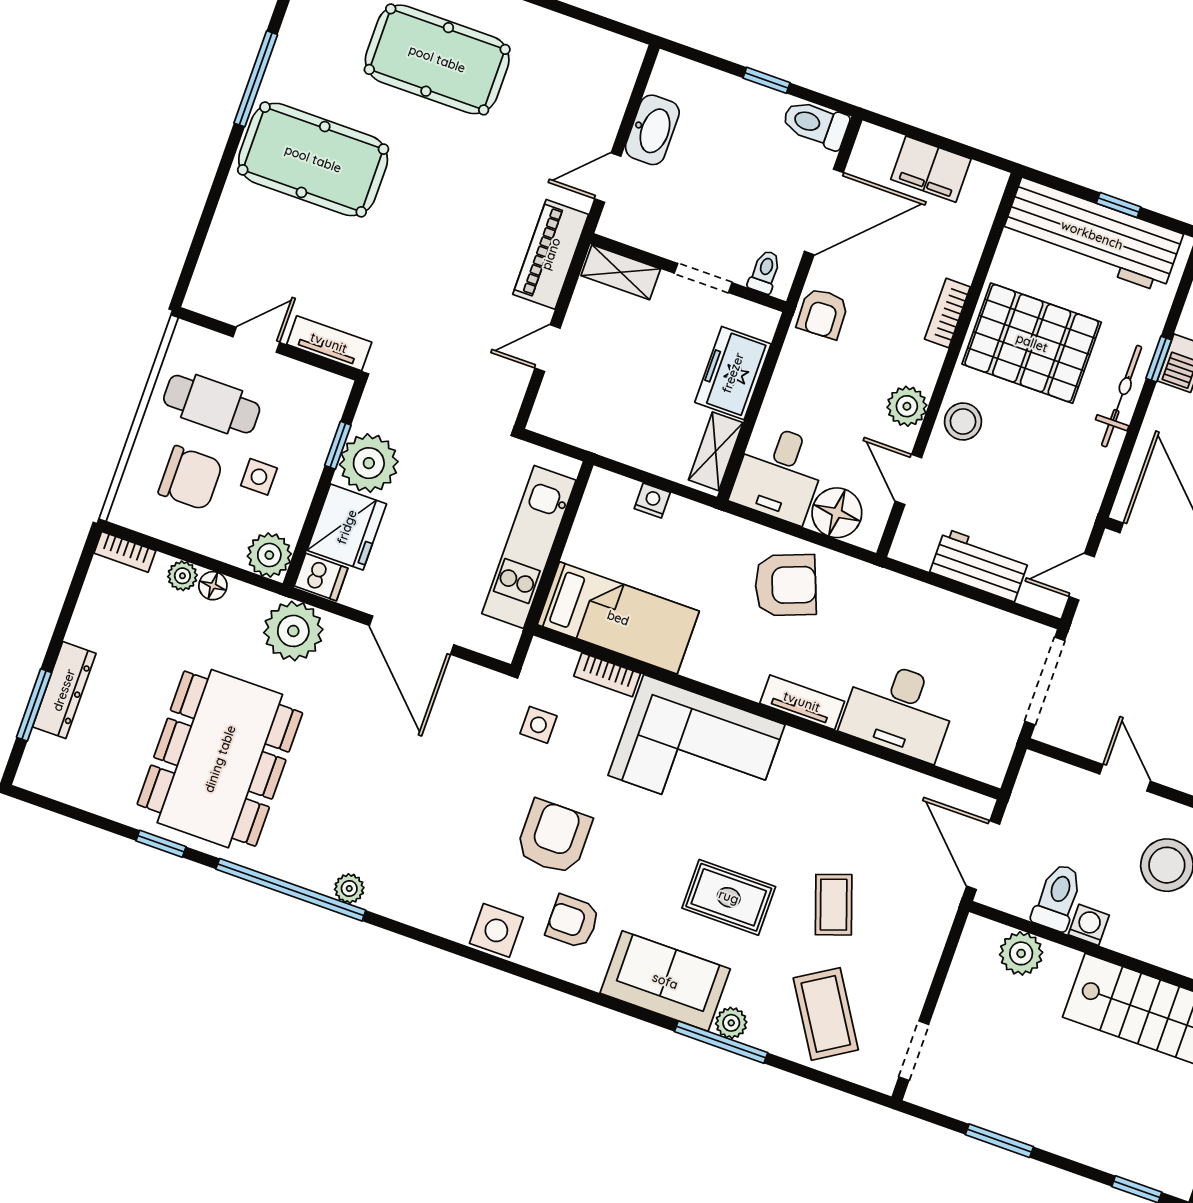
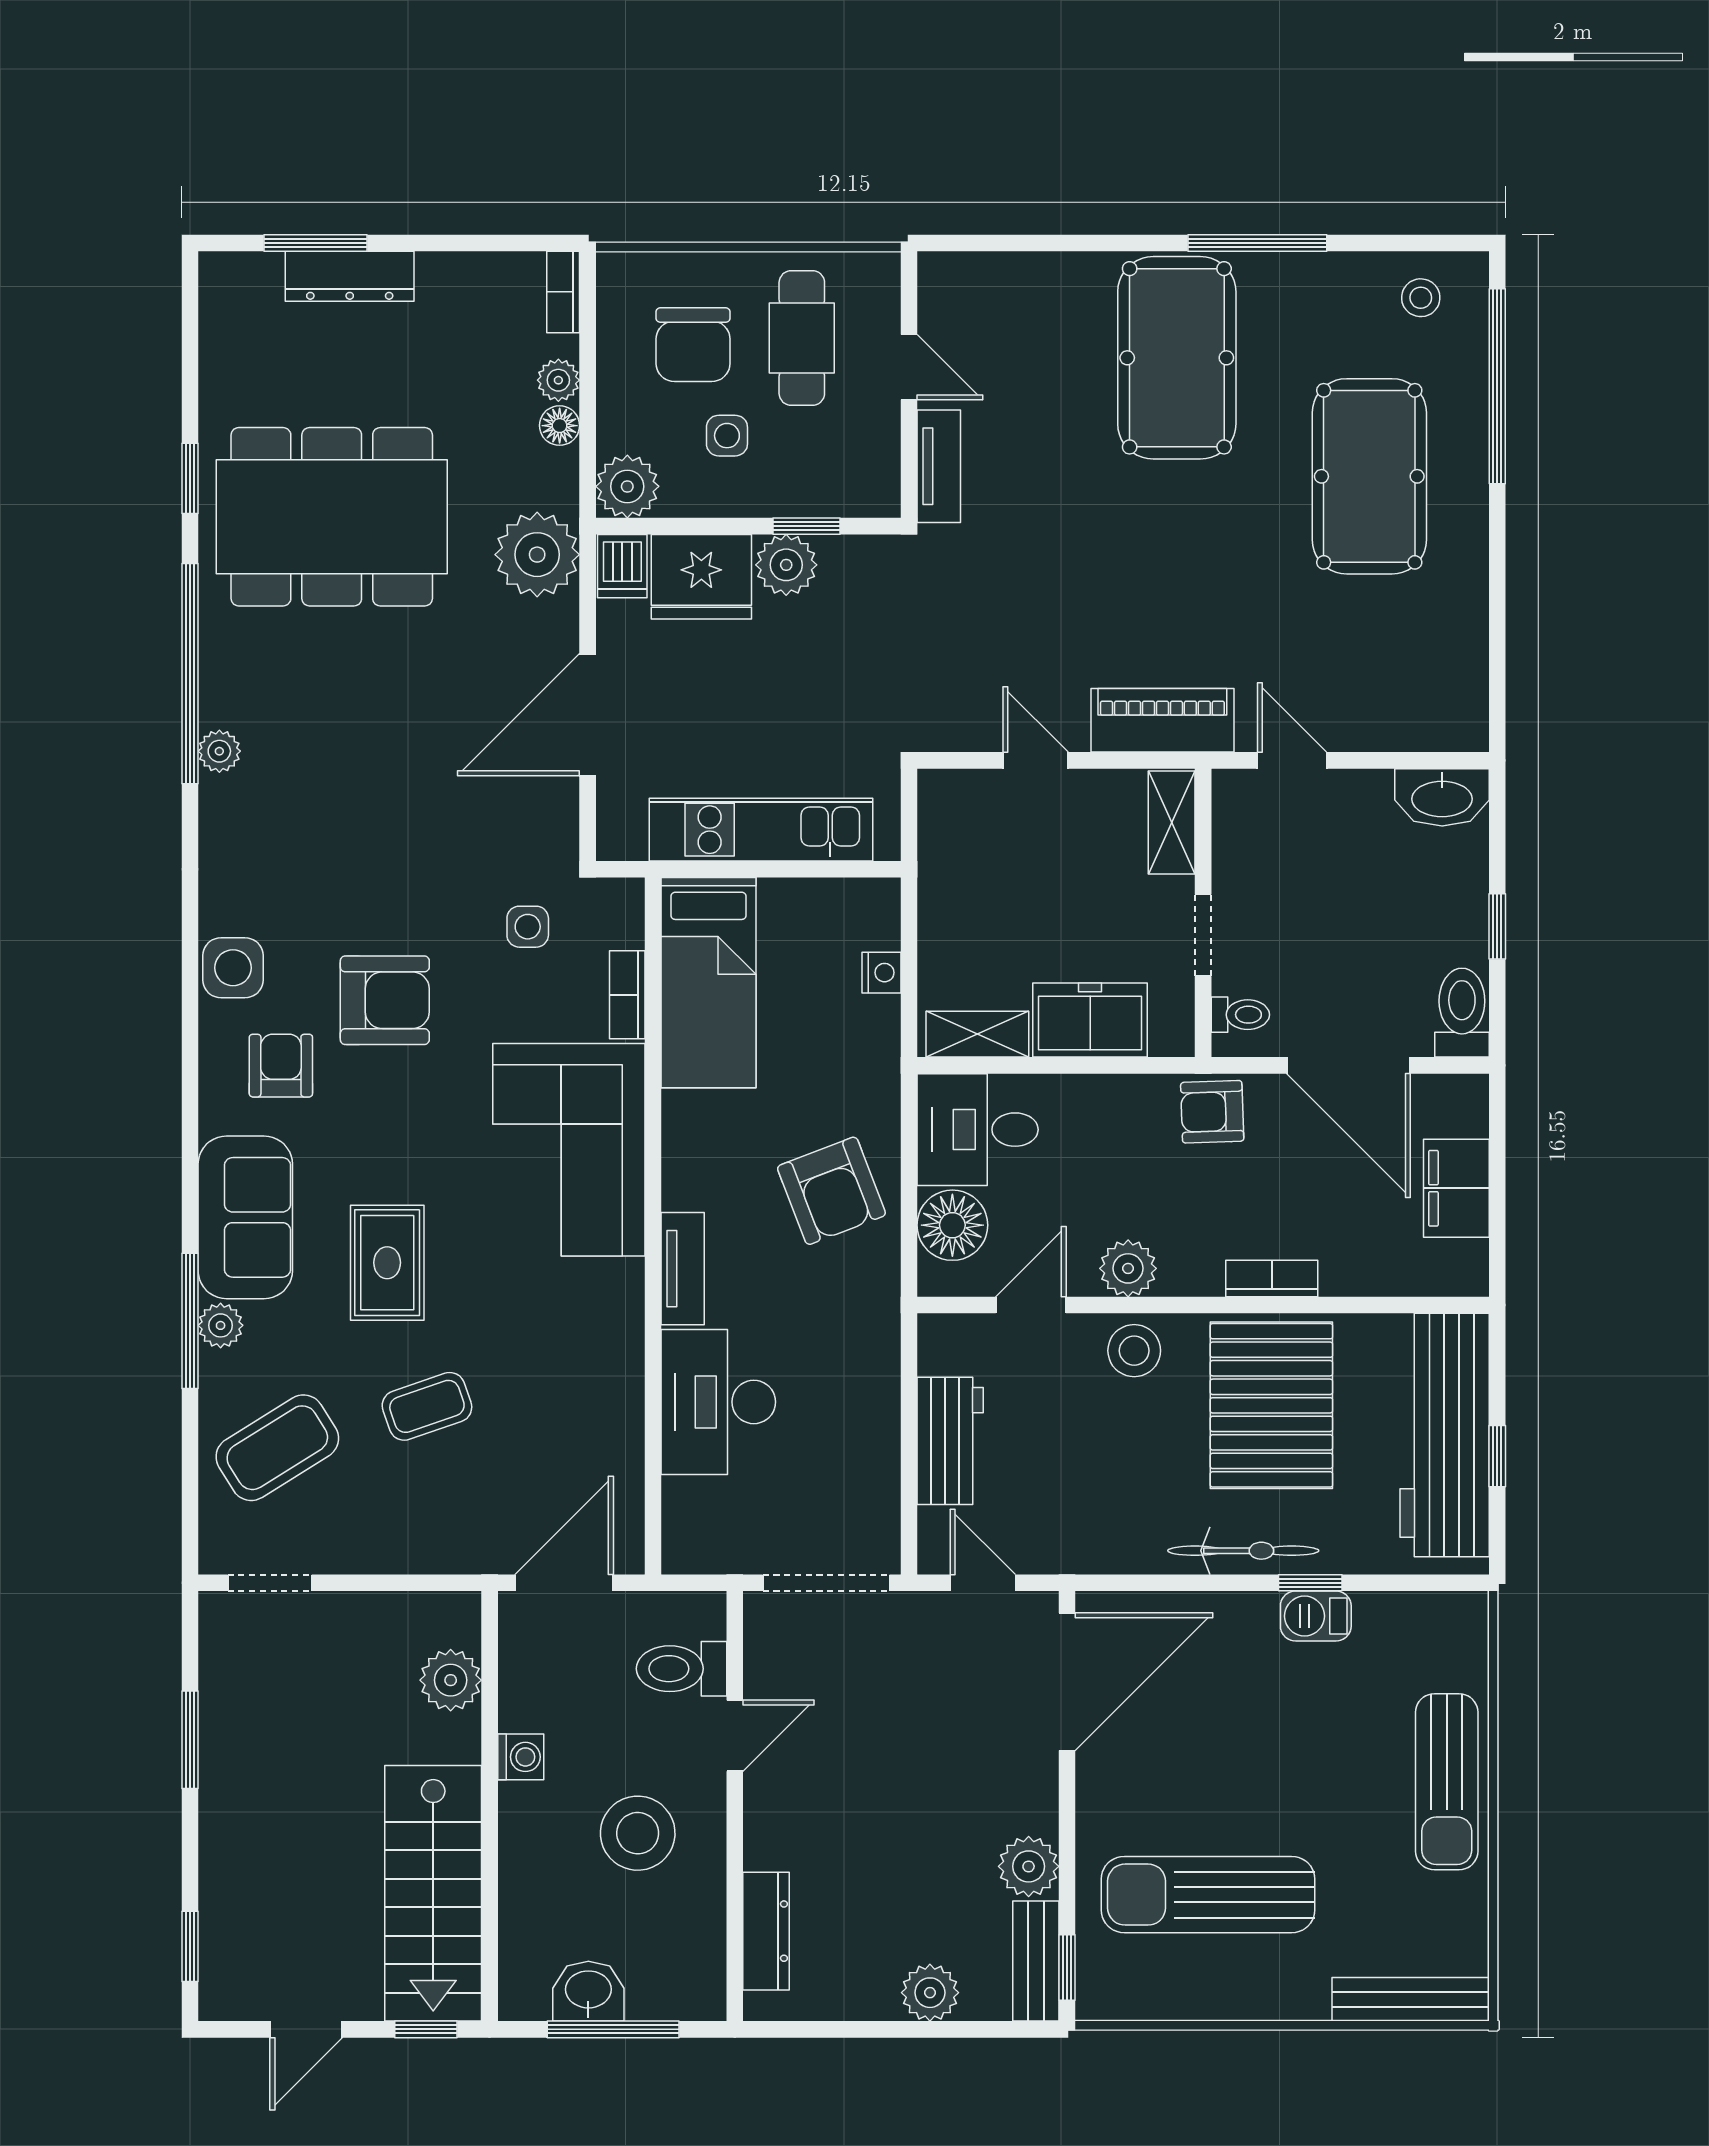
washbasin: (652, 130) -> (1442, 797), moved
plant: (369, 463) -> (786, 565), width x0.73, depth x0.73
toilet: (1058, 897) -> (681, 1669), moved, turned 180

